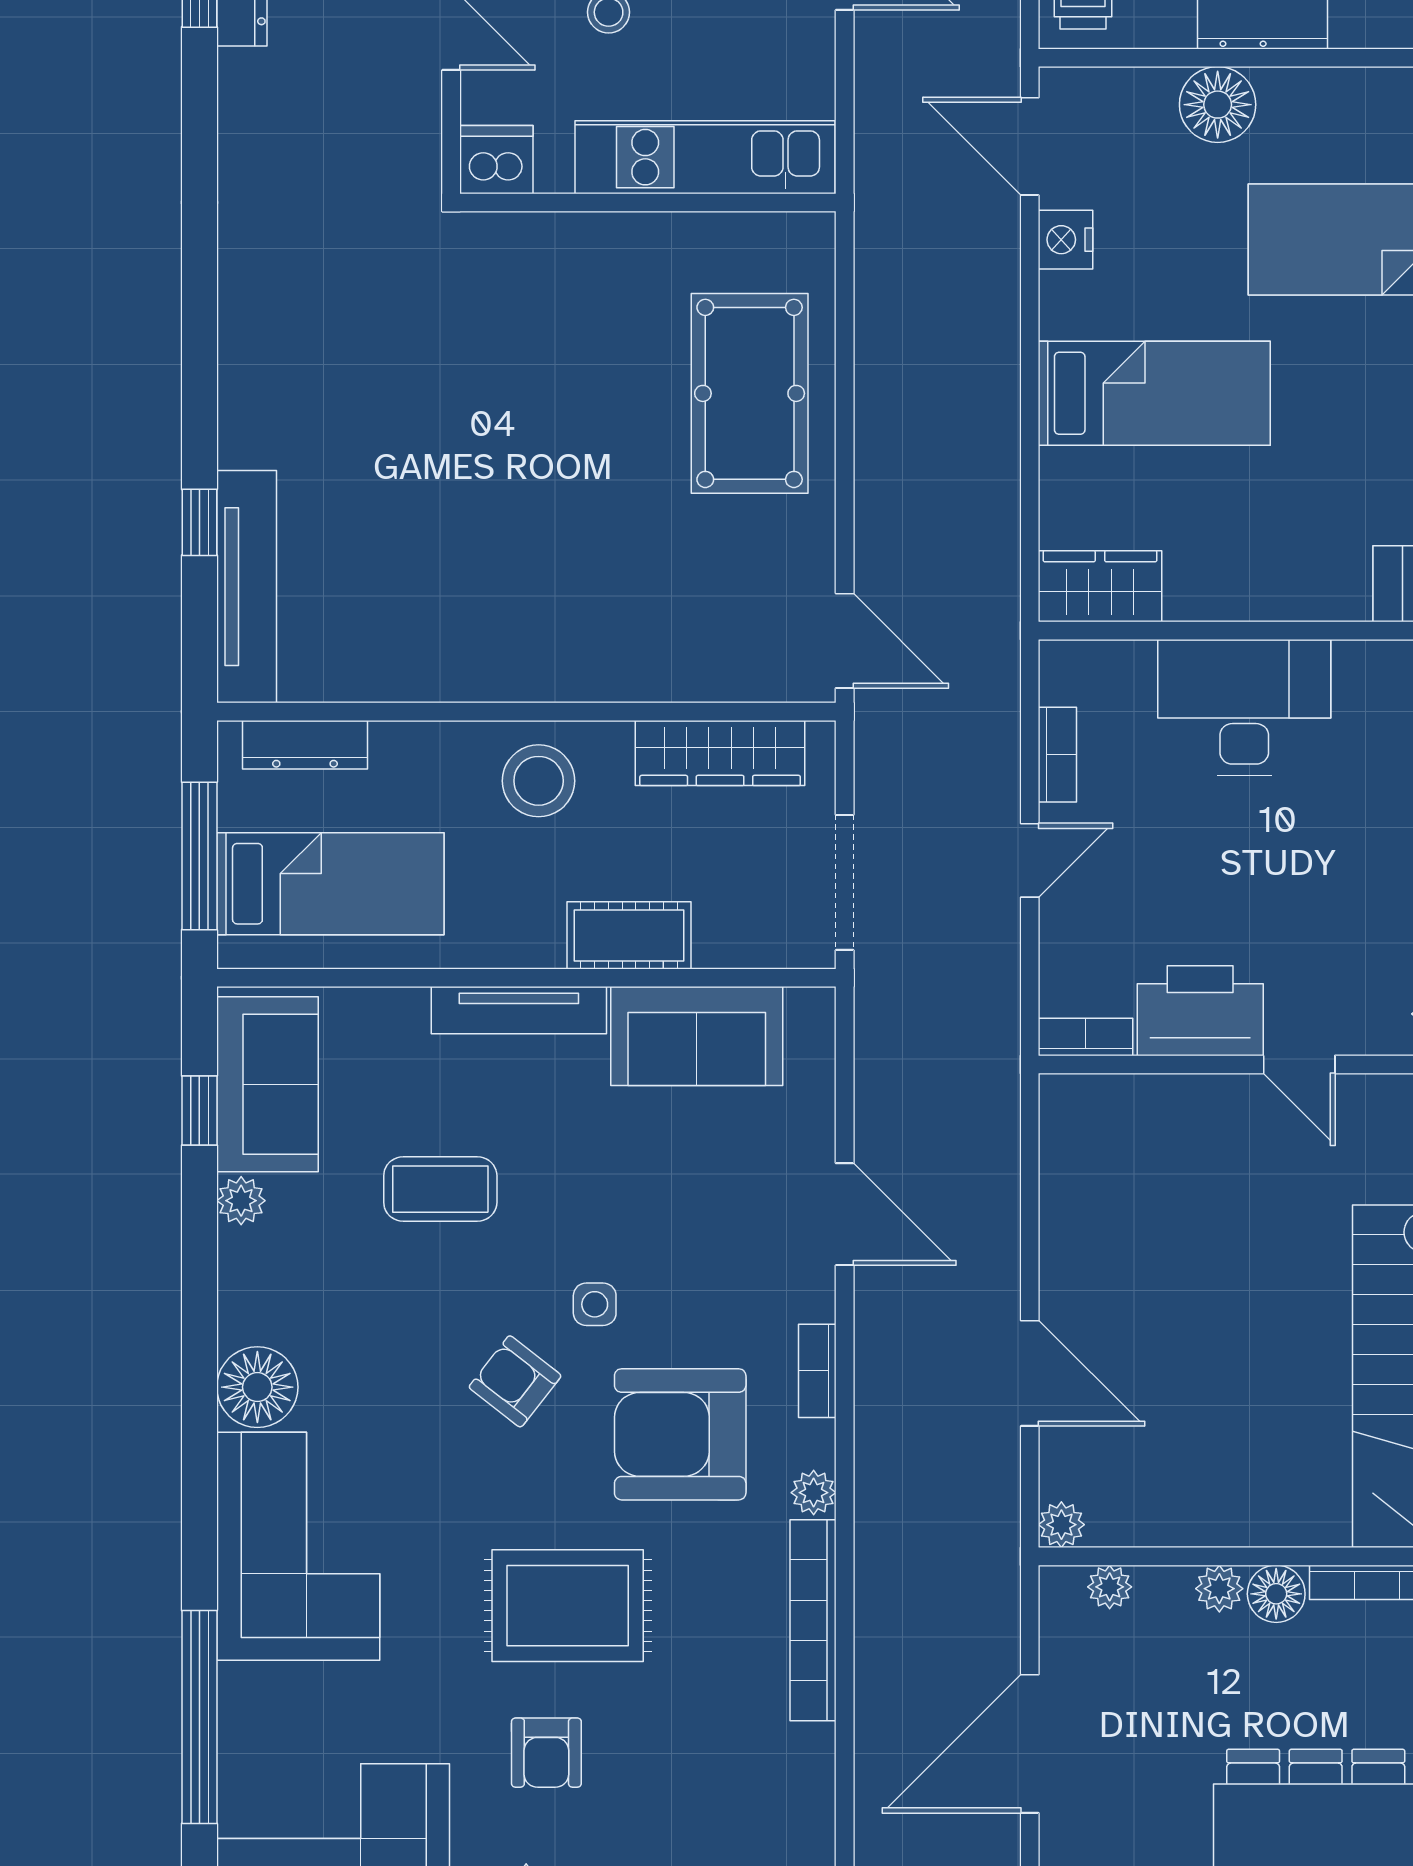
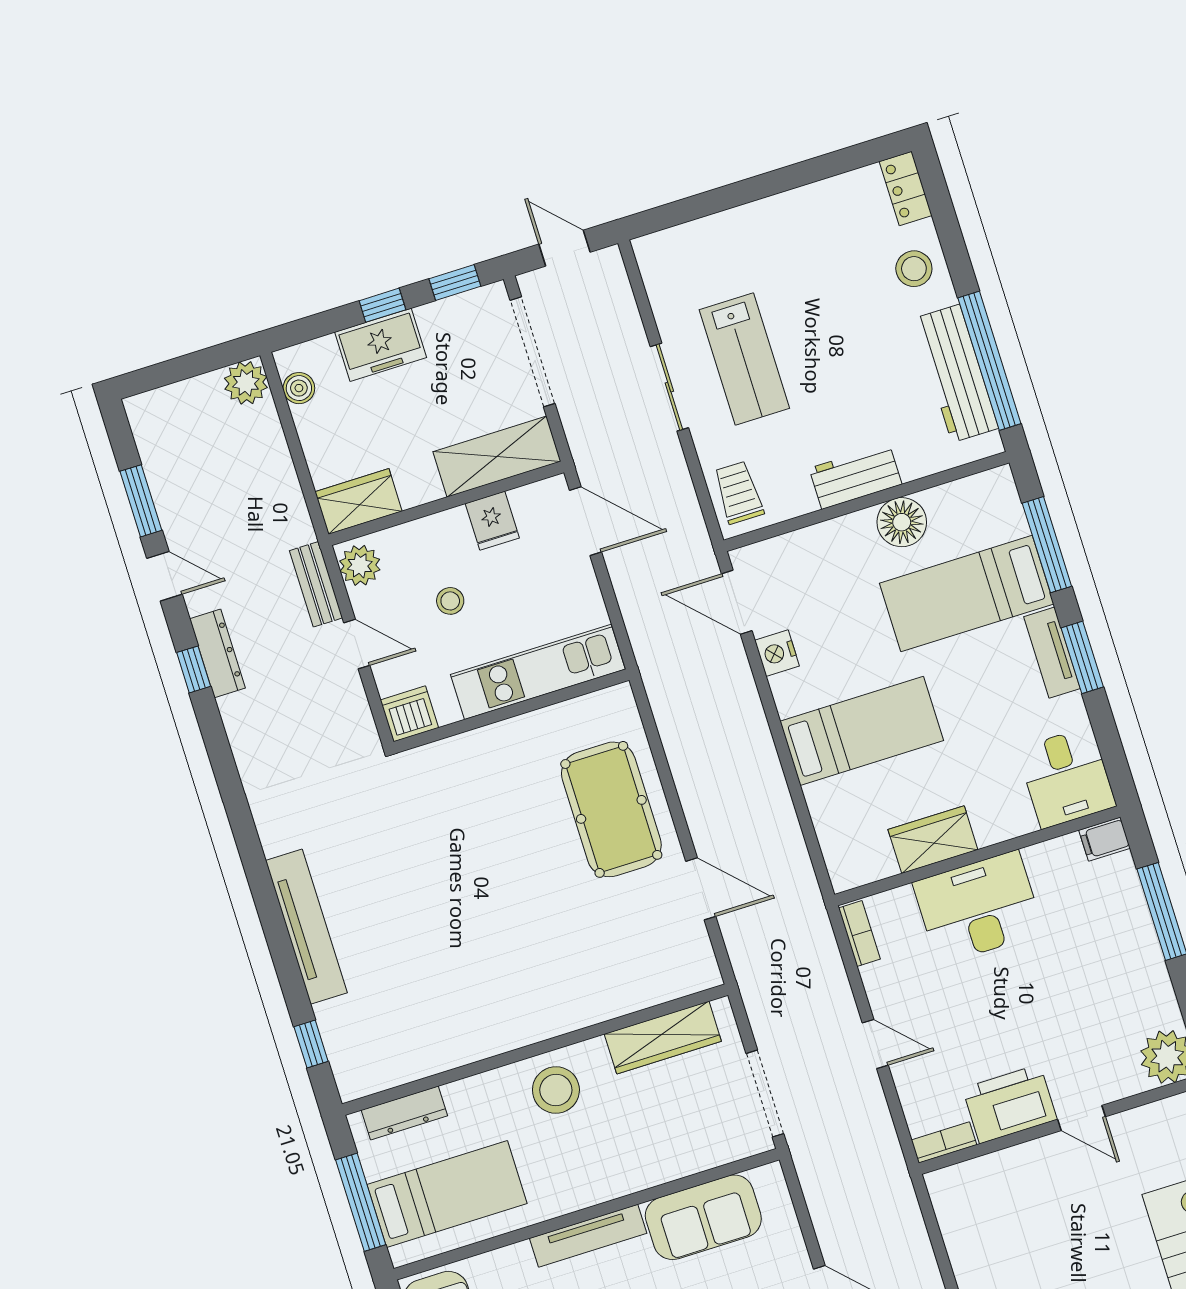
floor lamp: (1218, 105) -> (902, 522), moved
window: (199, 522) -> (311, 1044), moved
wardrobe: (1100, 586) -> (933, 840), moved
tv unit: (247, 587) -> (306, 927), moved
door: (845, 641) -> (701, 889), moved
bookcase: (1057, 755) -> (859, 934), moved
door: (1030, 860) -> (875, 1044), hinge flipped
cot: (629, 935) -> (642, 1168), removed

